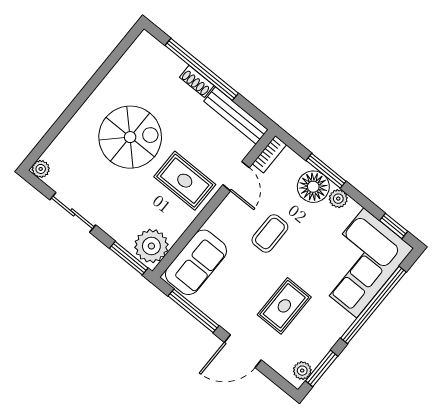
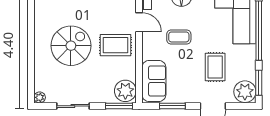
coffee table: (270, 233) -> (179, 37), turned 90
window: (194, 311) -> (172, 106), width x0.69
plant: (302, 371) -> (245, 92), width x1.88, depth x1.88

